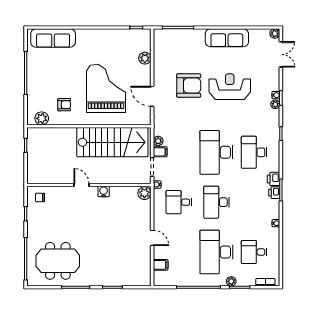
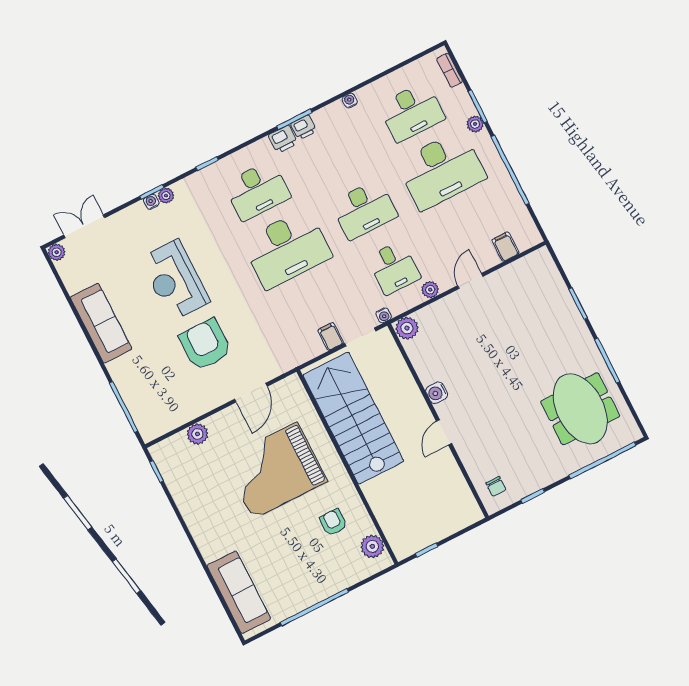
plant: (158, 141) -> (430, 290), moved
desk: (254, 252) -> (412, 112), width x1.37

